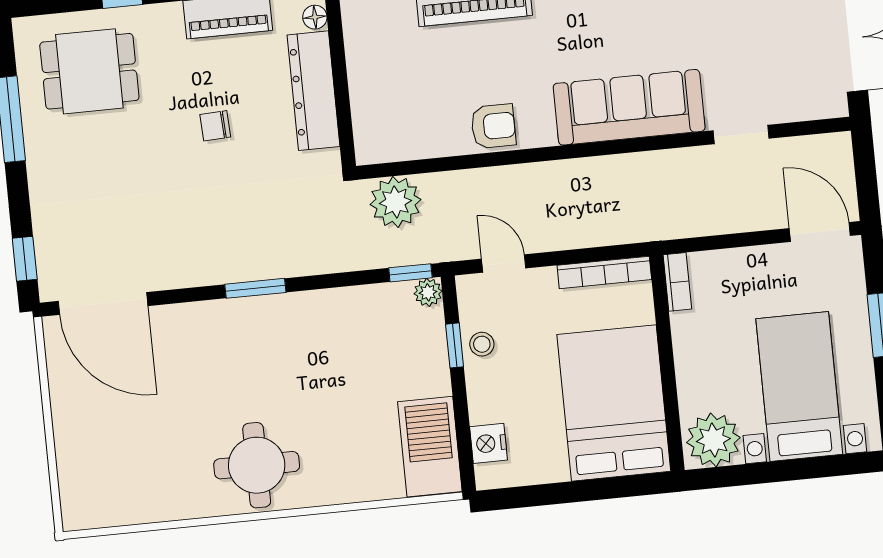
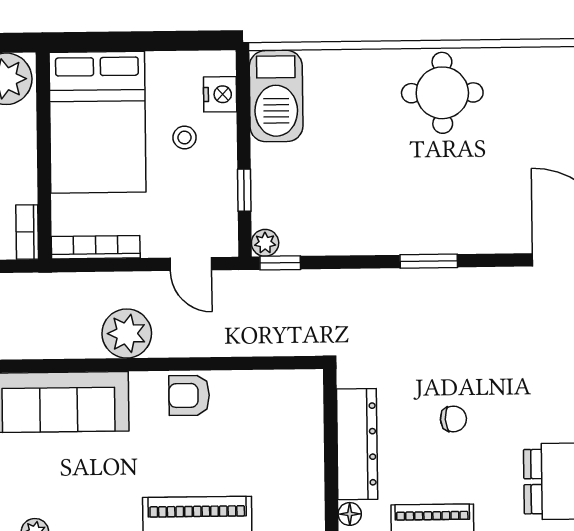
plant: (395, 202) -> (127, 333), moved
stool: (482, 344) -> (185, 137), moved

